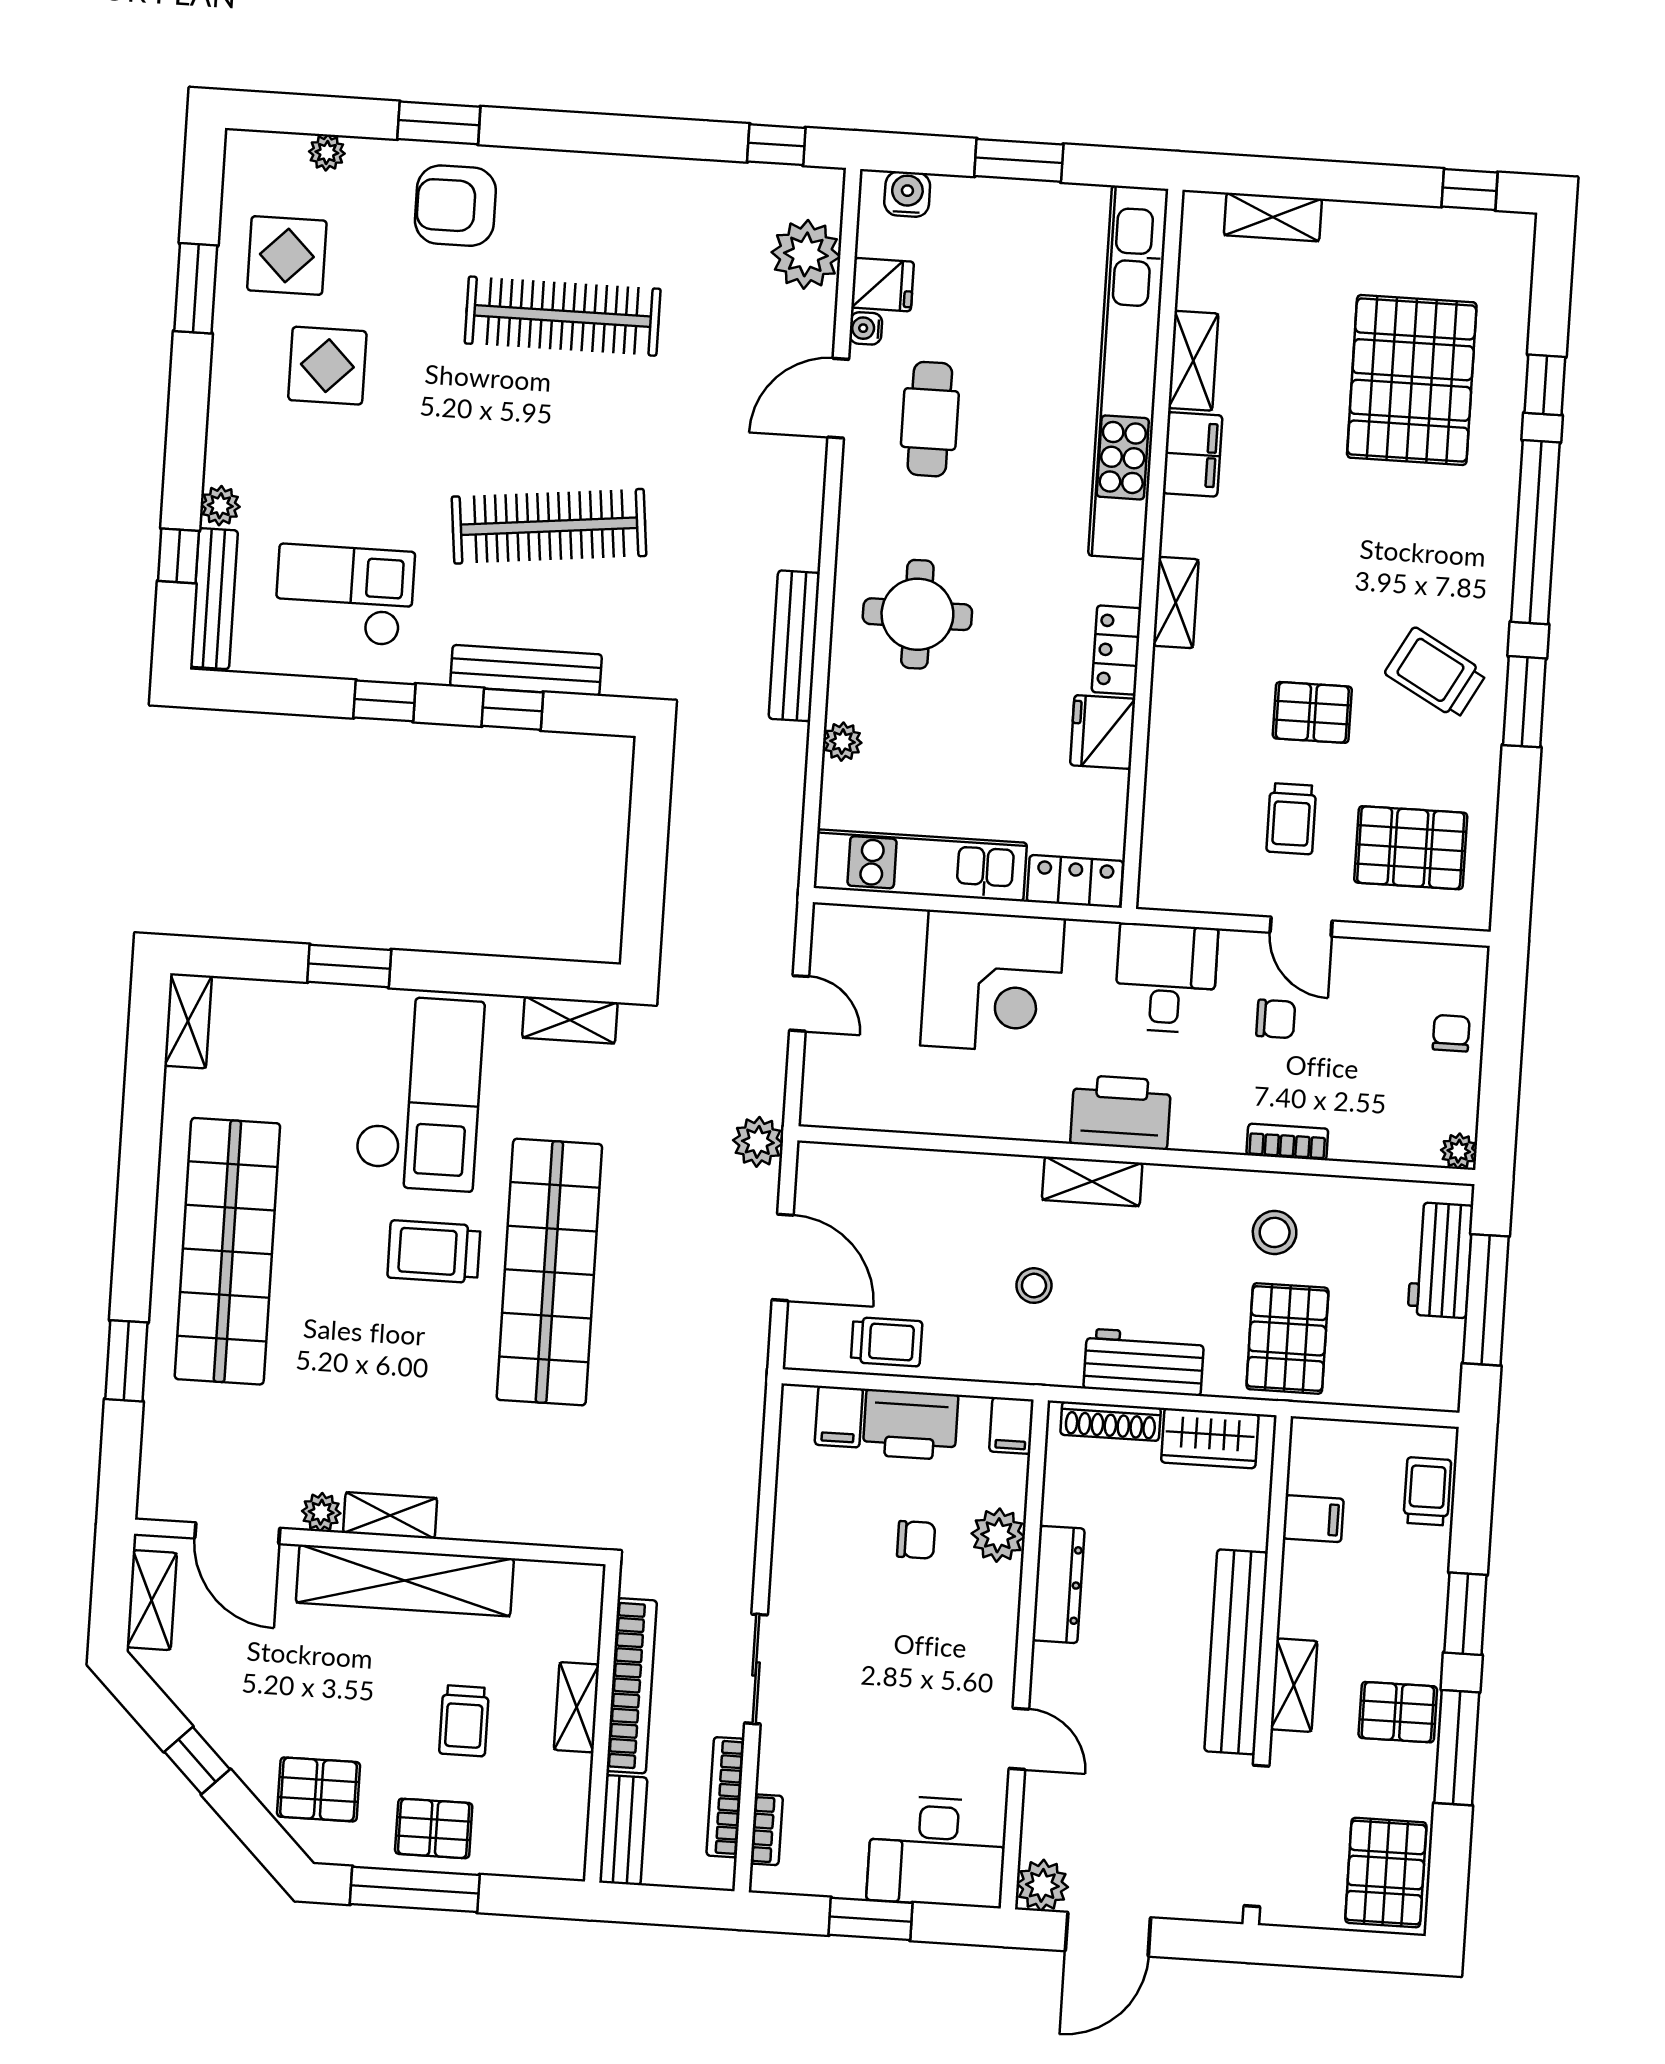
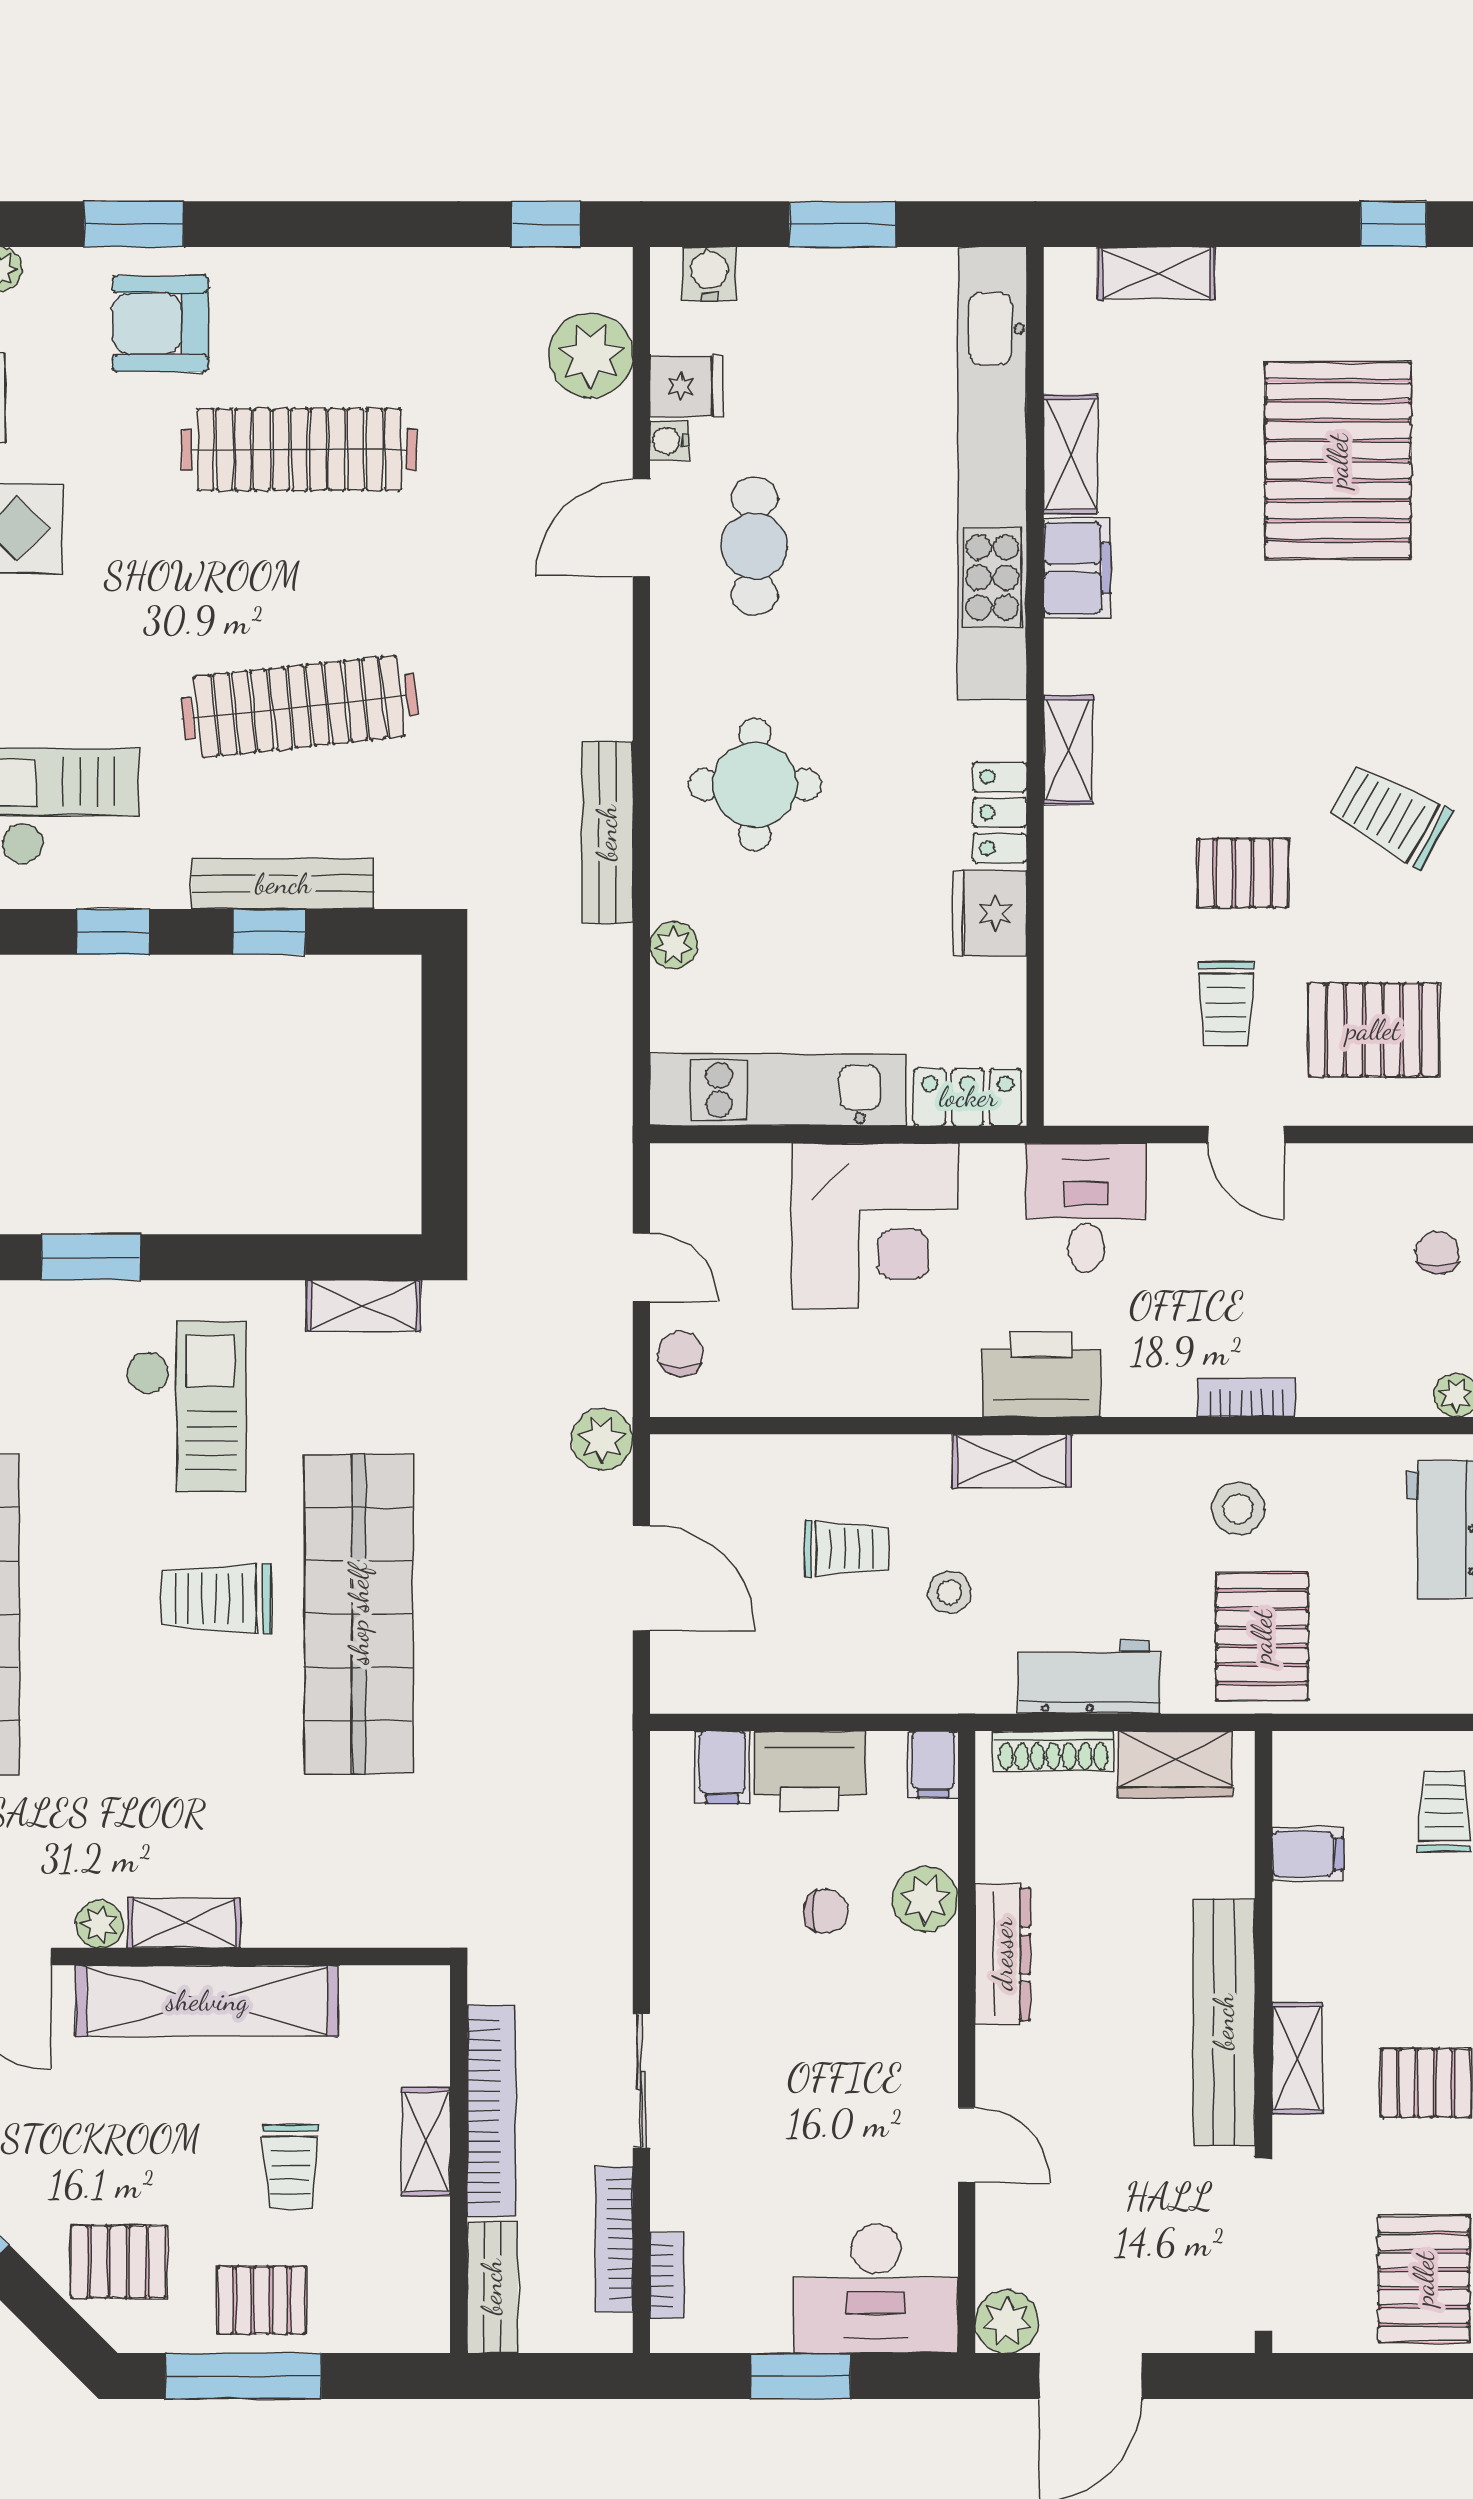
chair: (1276, 1019) -> (680, 1354), moved, turned -90
checkout: (419, 1093) -> (186, 1407), width x0.73, depth x0.83
trolley: (887, 1342) -> (846, 1549), moved

